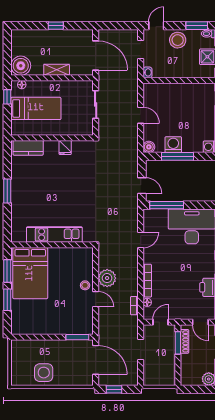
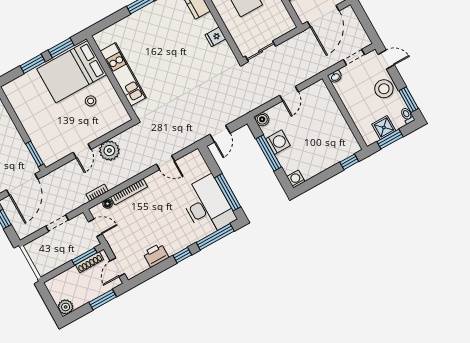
sliding door: (96, 105) -> (261, 51), moved
window: (167, 205) -> (228, 192), moved
stool: (85, 285) -> (91, 101), moved

